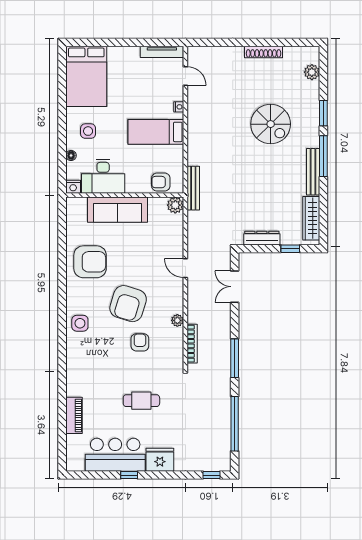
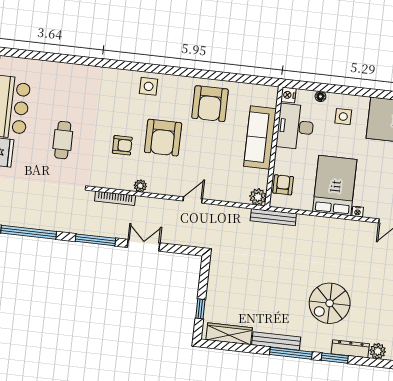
bed: (156, 132) -> (335, 186), width x1.50
dresser: (262, 238) -> (350, 349), moved, turned -90
double door: (235, 287) -> (144, 245), moved
armchair: (128, 304) -> (163, 138), turned -107
piano: (74, 415) -> (55, 70), removed

